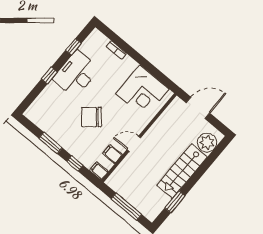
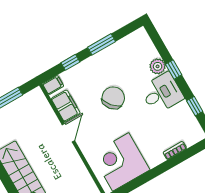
desk: (76, 74) -> (162, 93), width x0.73
plant: (52, 90) -> (158, 66), added
filing cabinet: (113, 154) -> (66, 106), width x2.00

